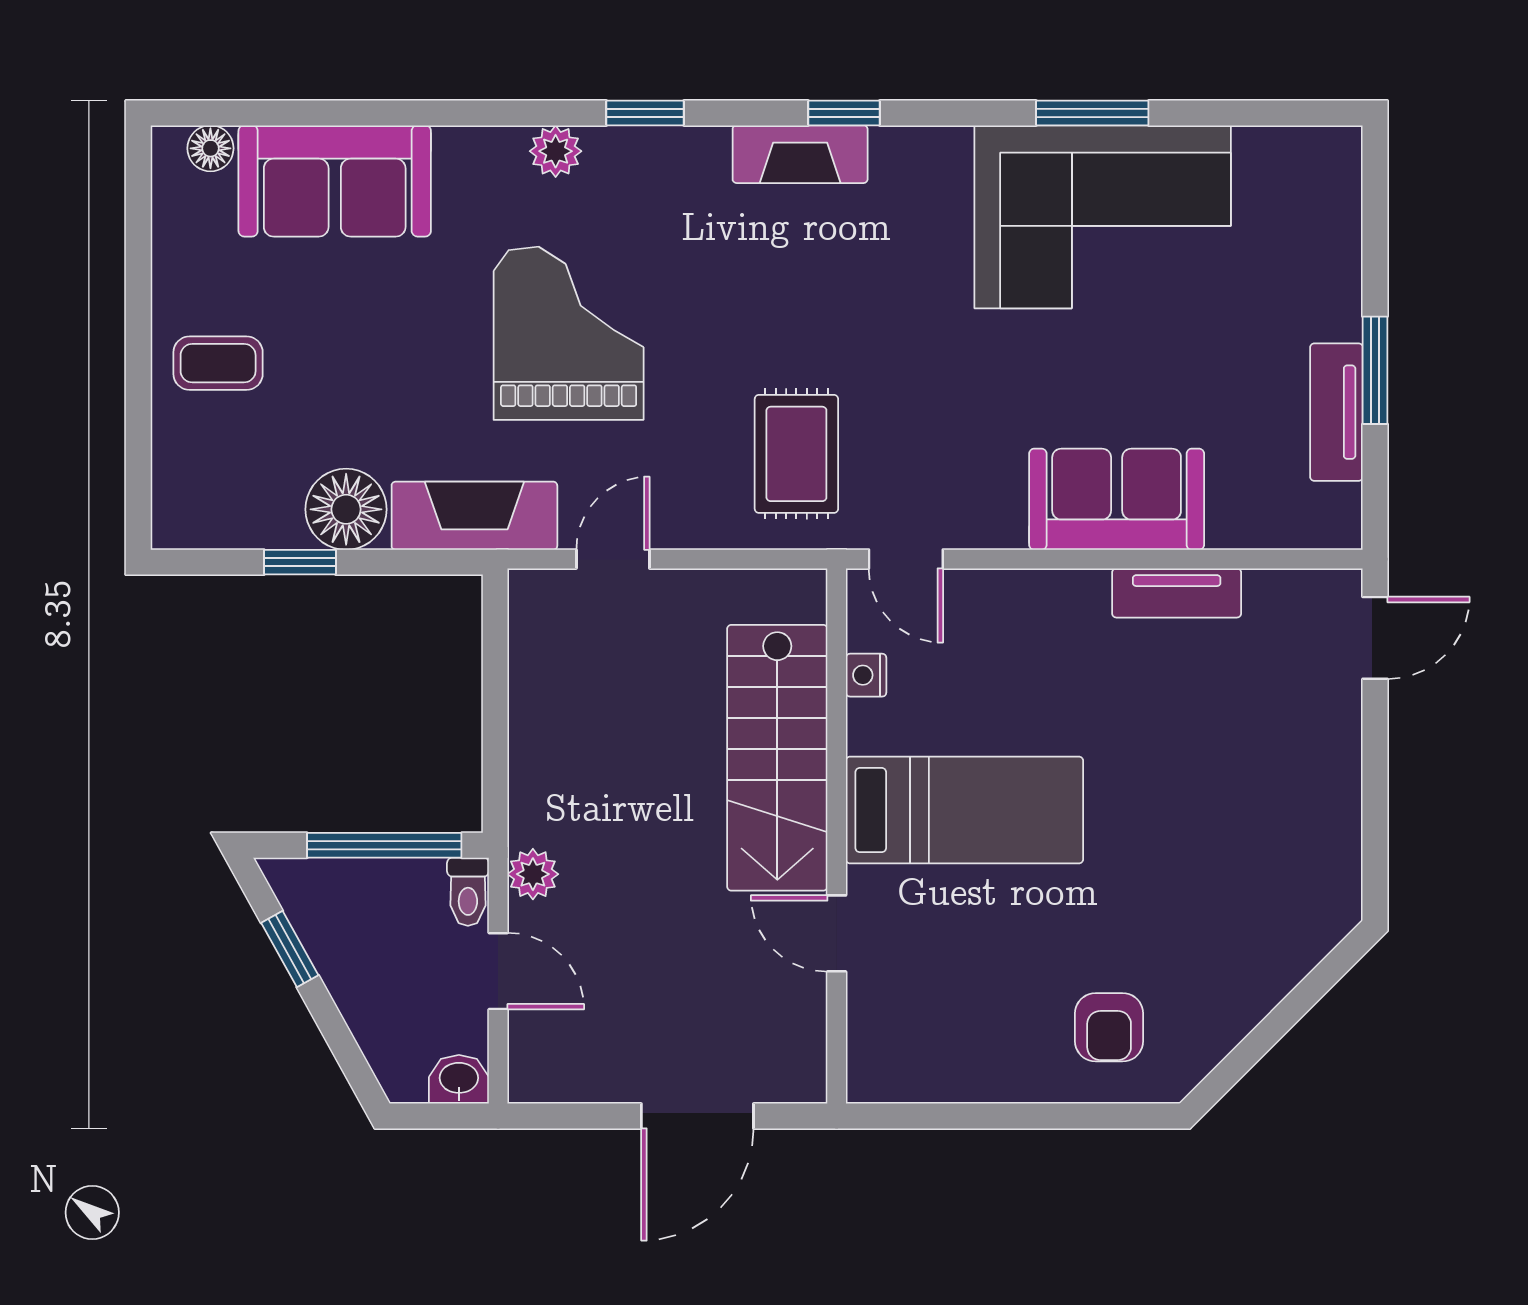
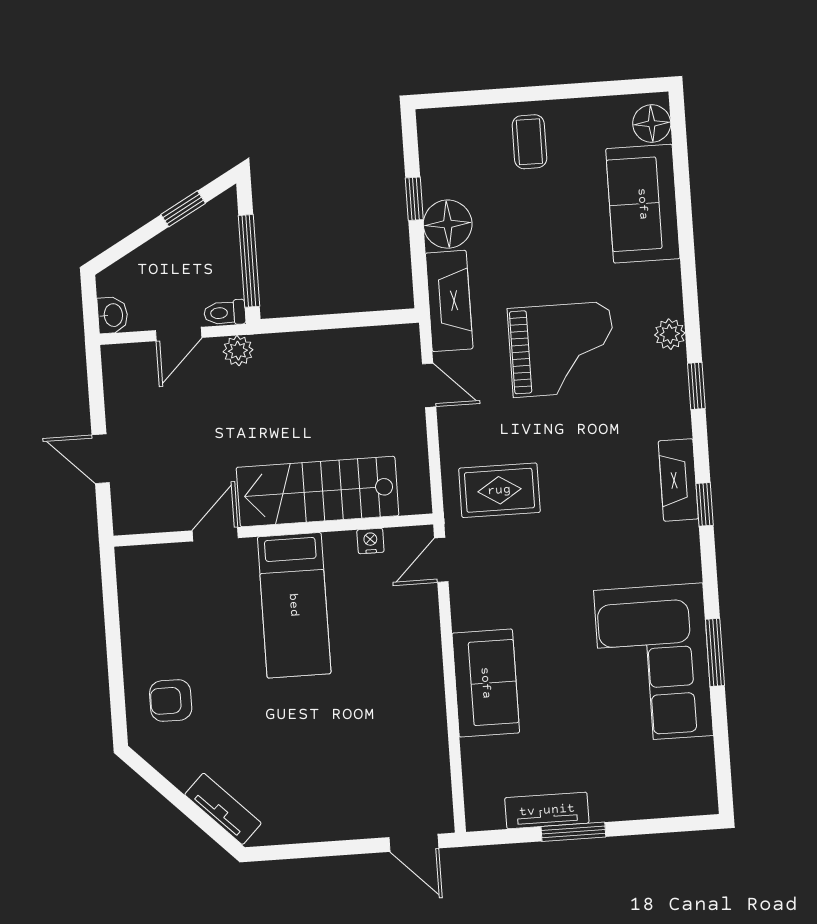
floor lamp: (210, 148) -> (652, 124), width x1.37, depth x1.37
tv unit: (1177, 593) -> (223, 809), moved, turned 135
door: (697, 1116) -> (101, 459), width x0.73

